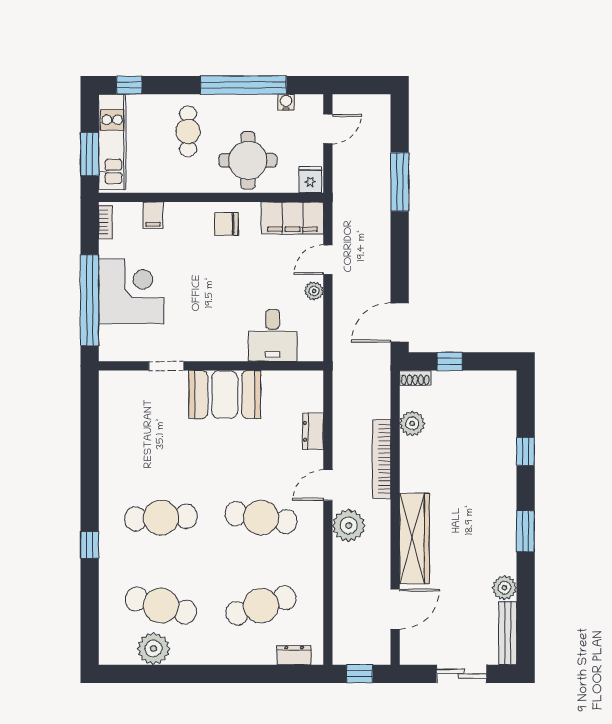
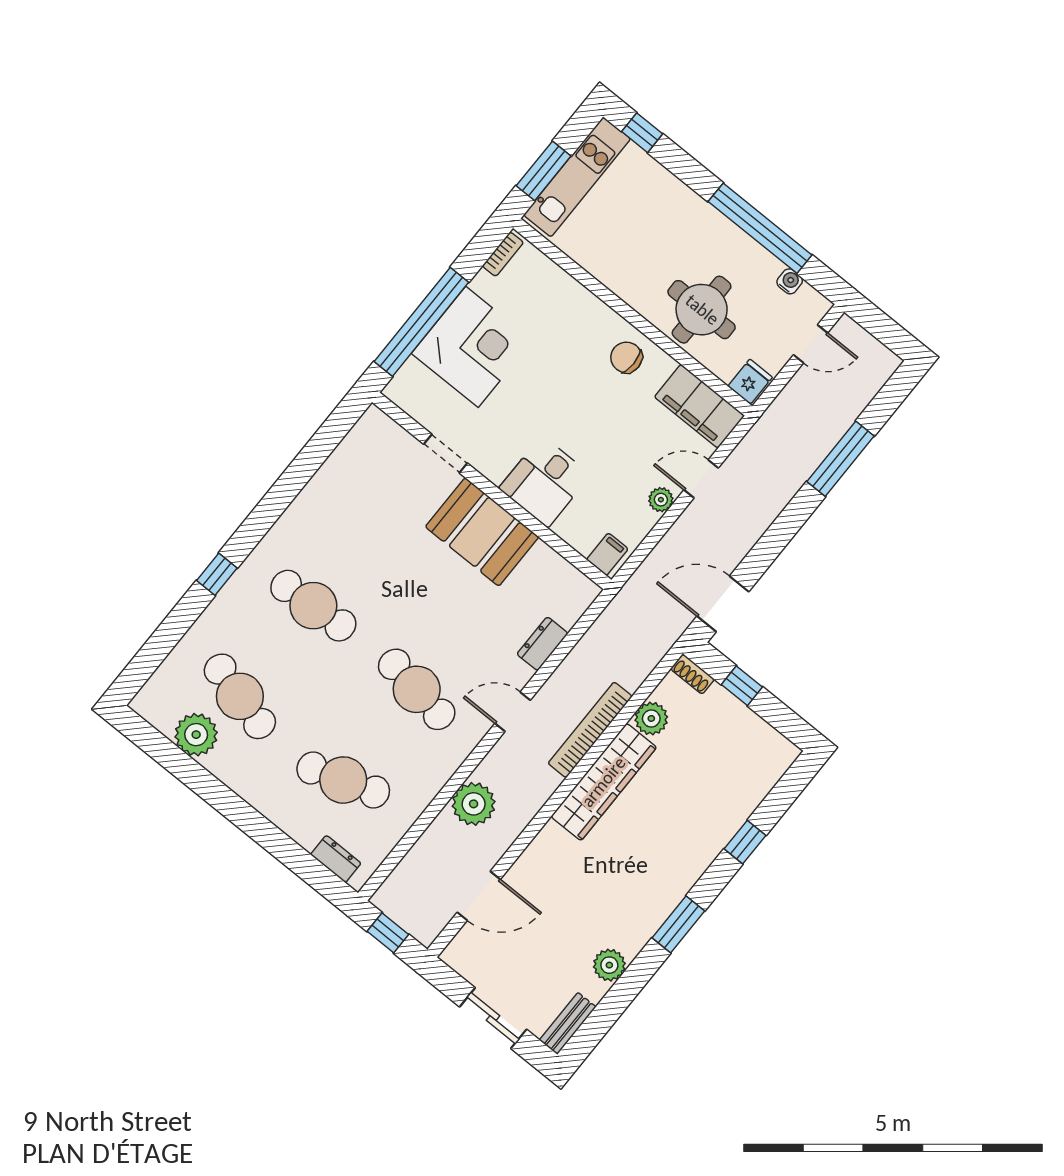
cafe table: (188, 131) -> (664, 230), removed
filing cabinet: (153, 215) -> (607, 554), moved, turned 180
desk: (273, 335) -> (545, 482), moved
plant: (349, 526) -> (474, 804), moved
wardrobe: (414, 539) -> (604, 782), moved
bench: (508, 633) -> (568, 1023), width x0.73

